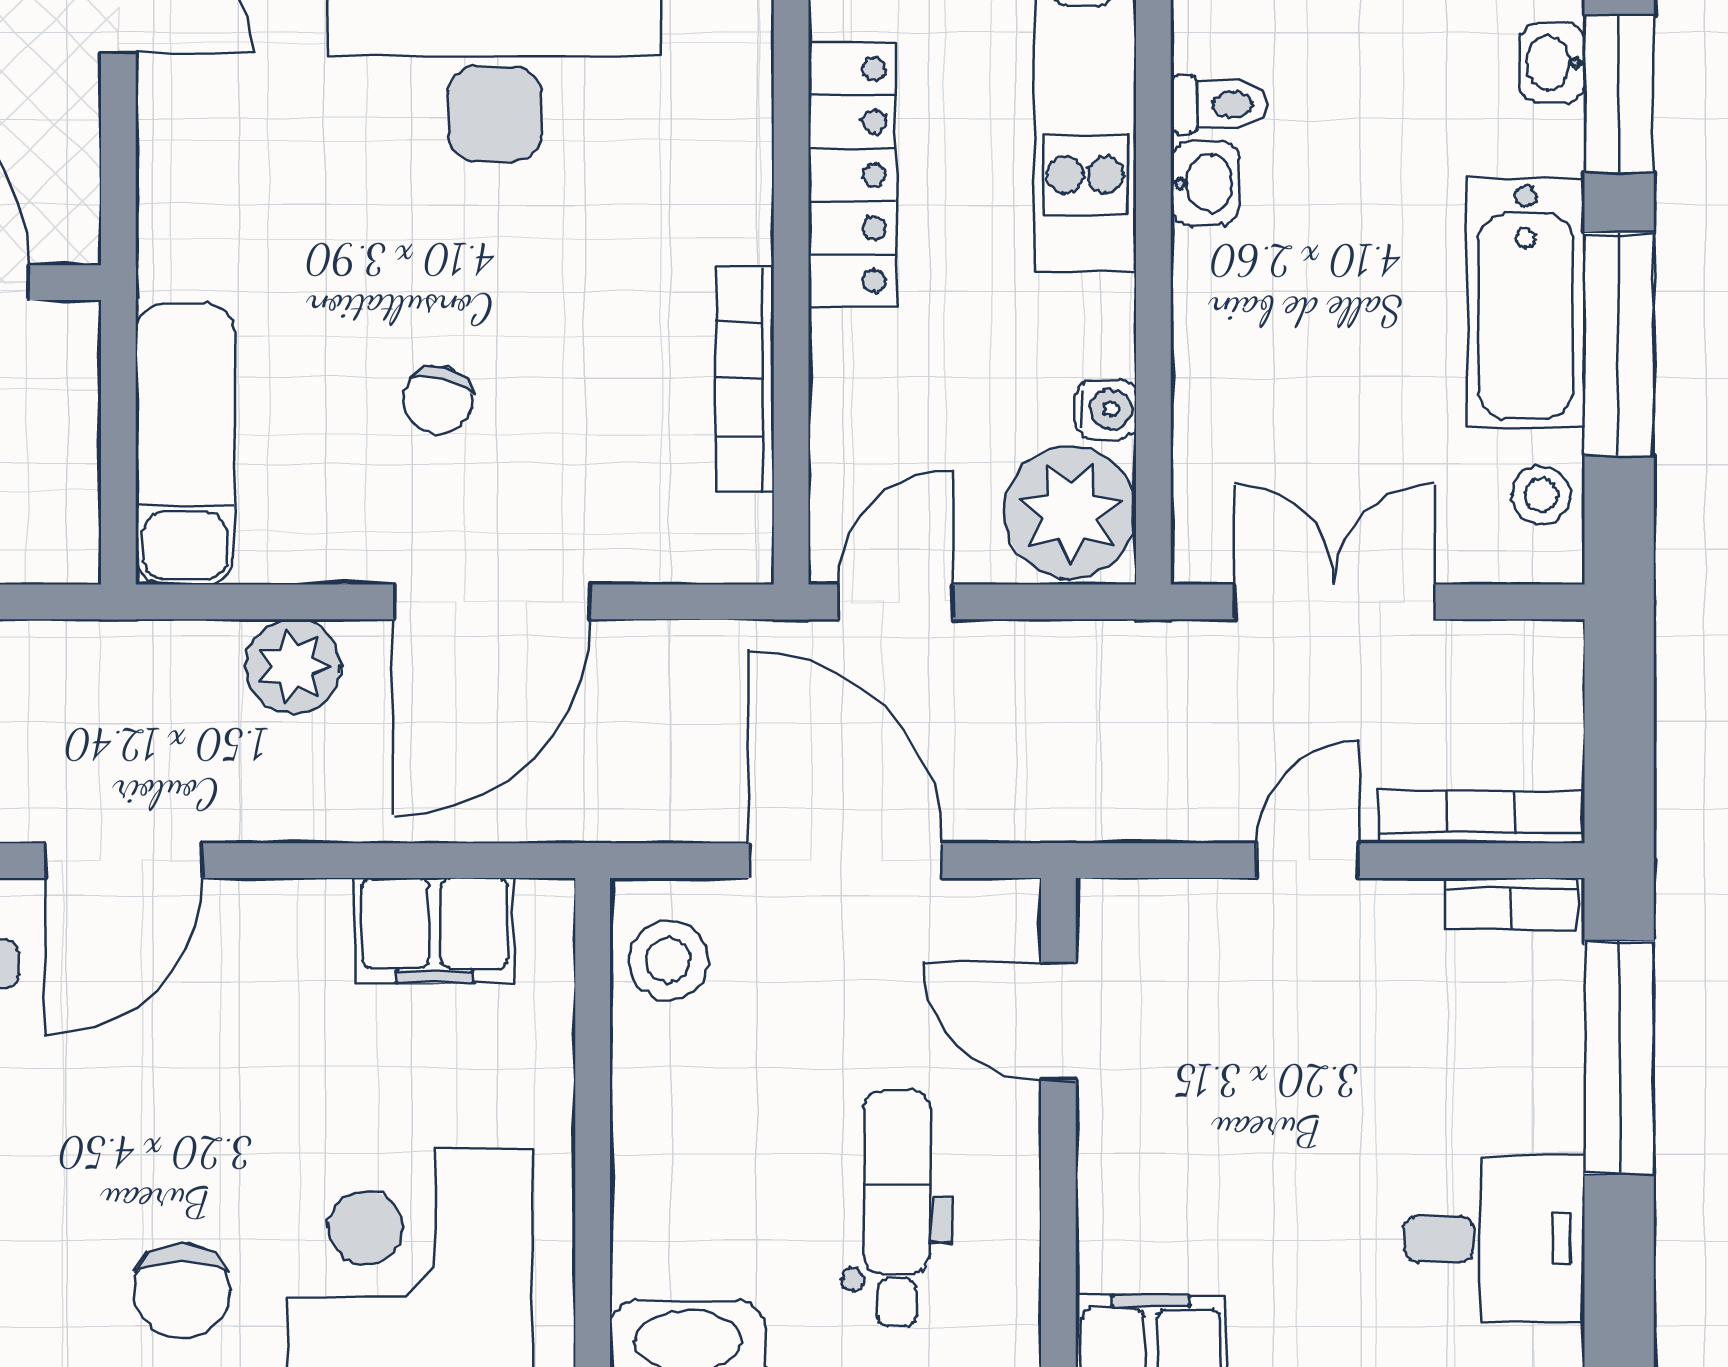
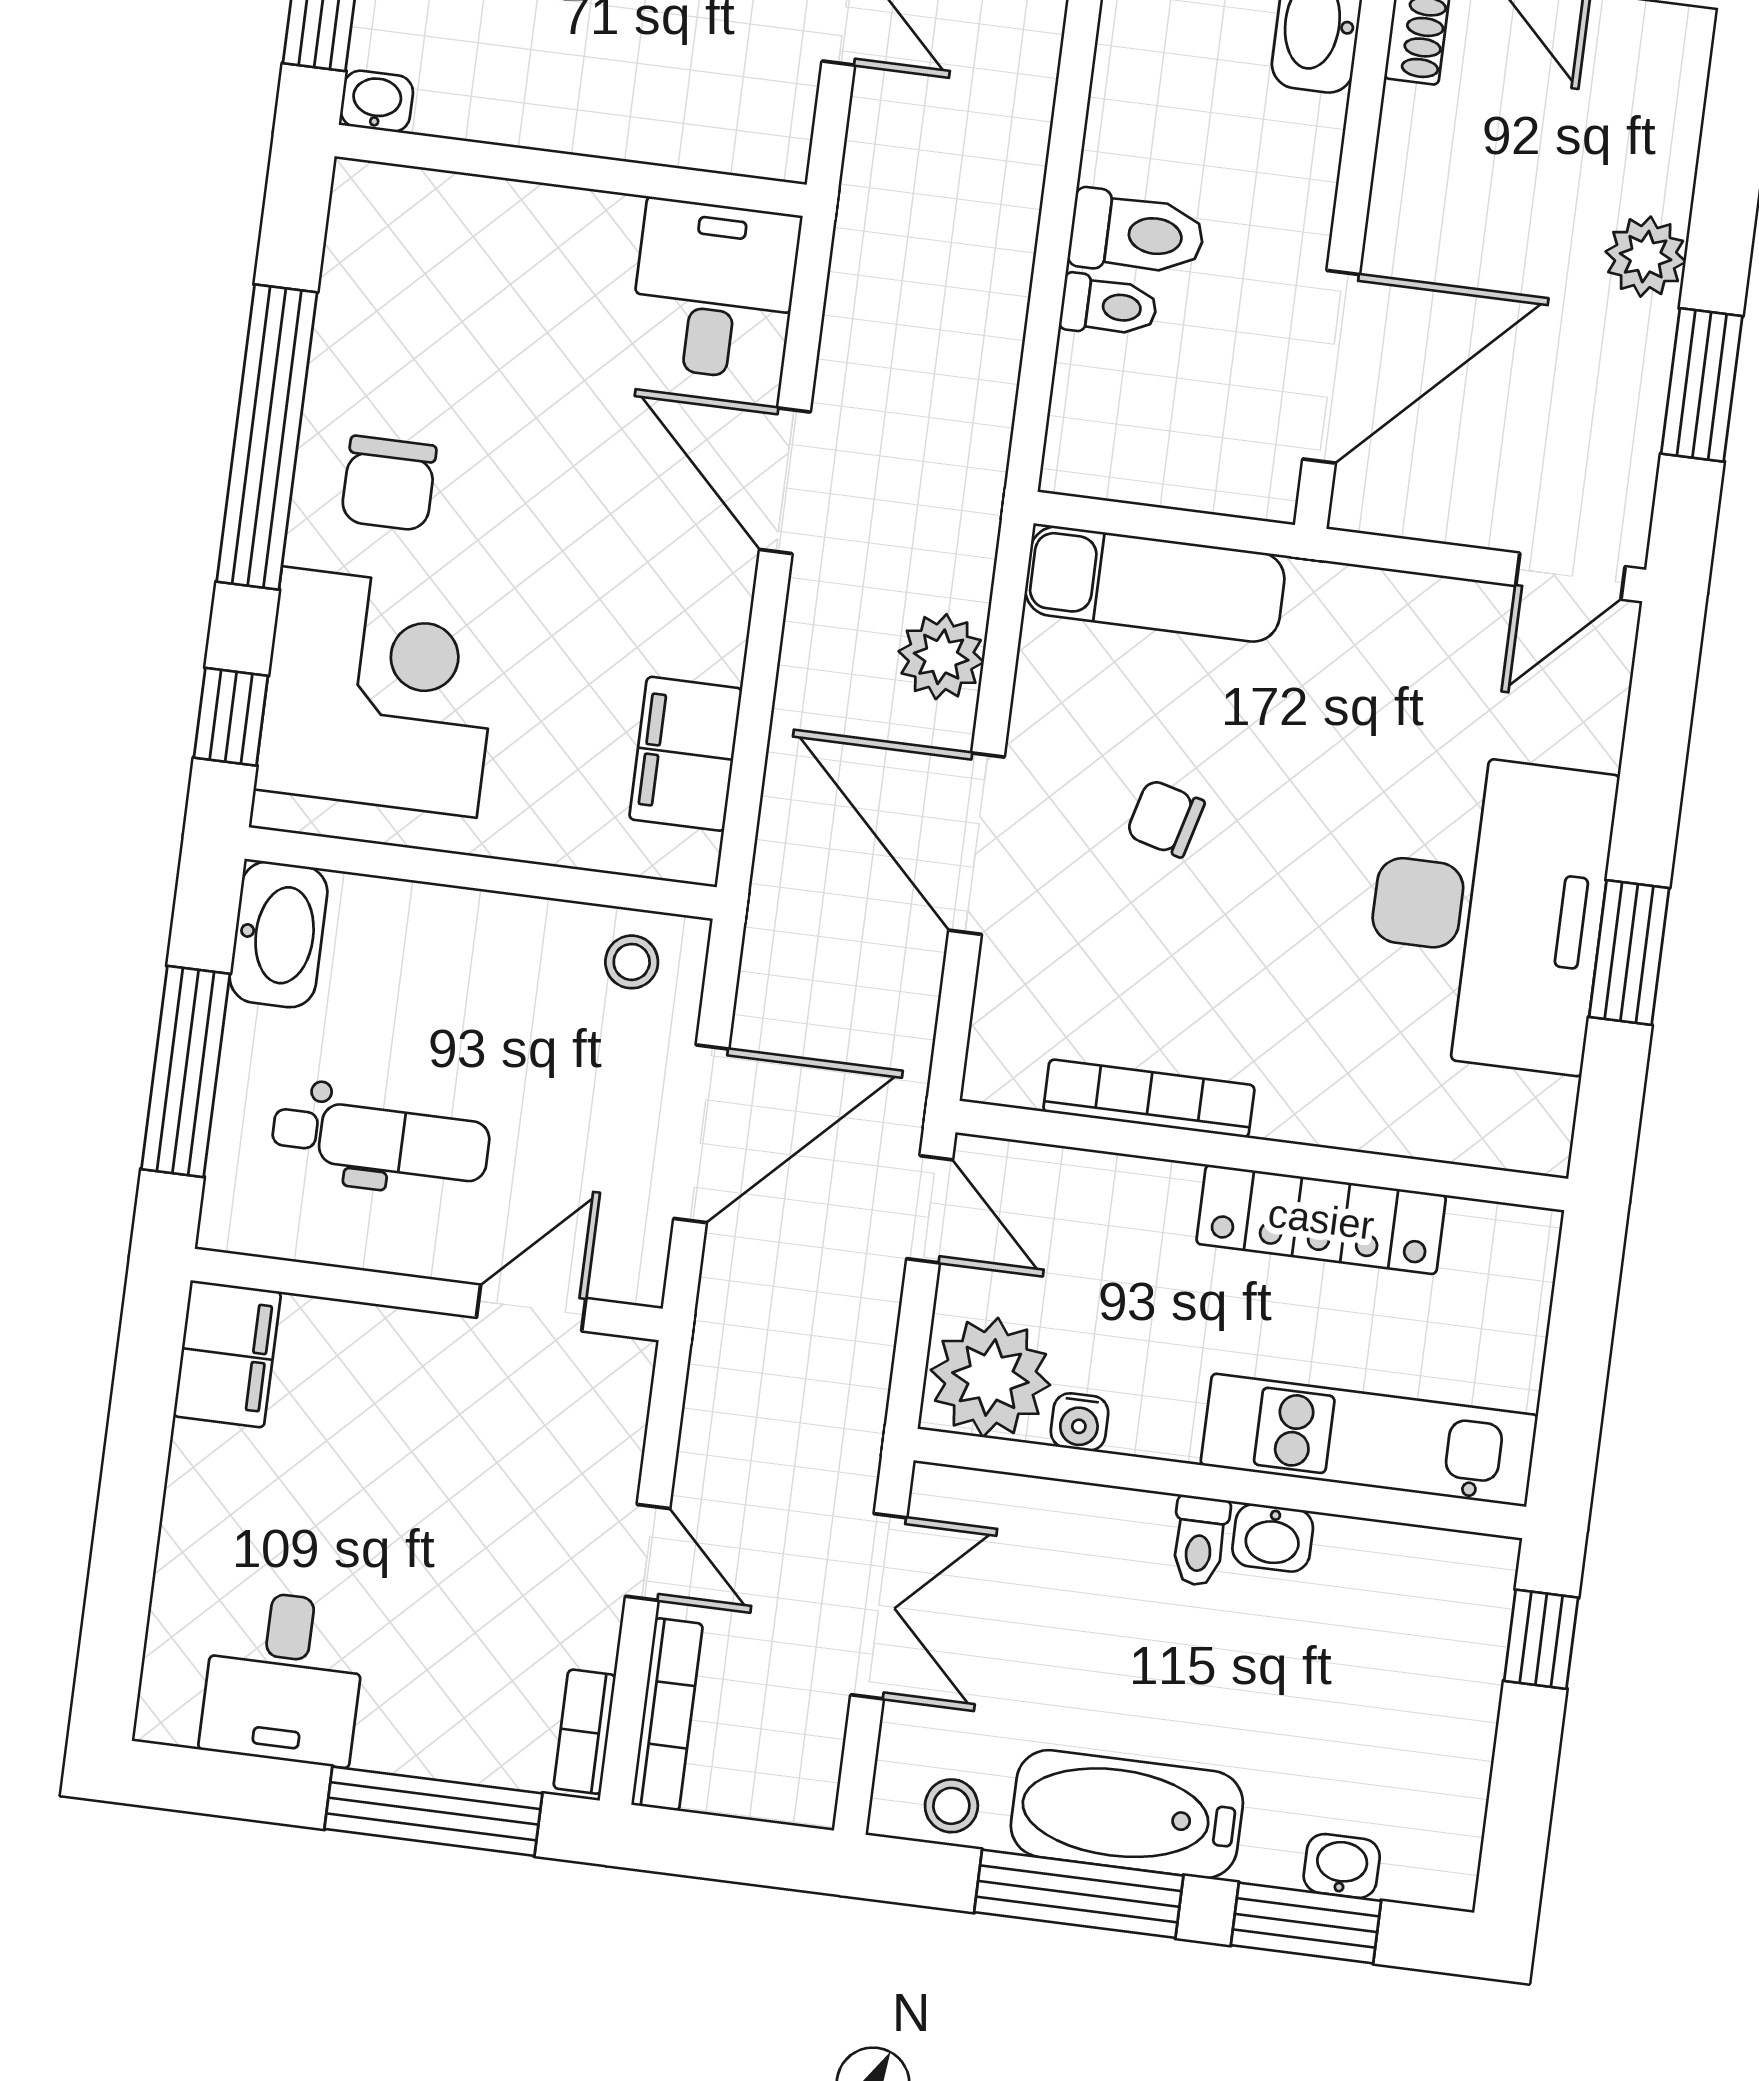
toilet: (1219, 104) -> (1200, 1541), moved
stool: (668, 960) -> (632, 962), width x0.73, depth x0.73
chair: (182, 1291) -> (389, 483), turned -90

